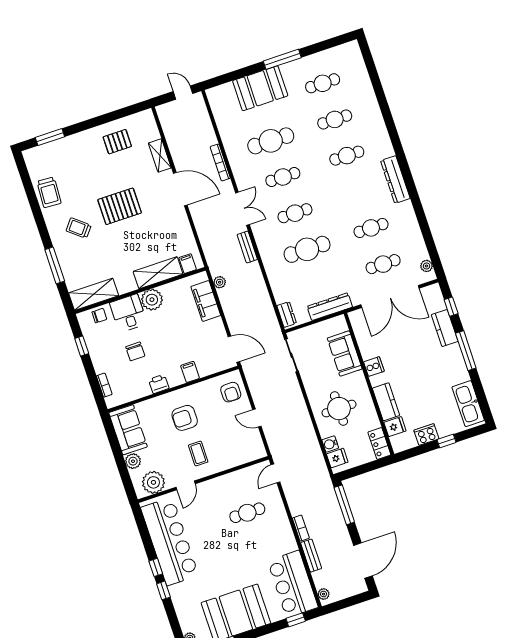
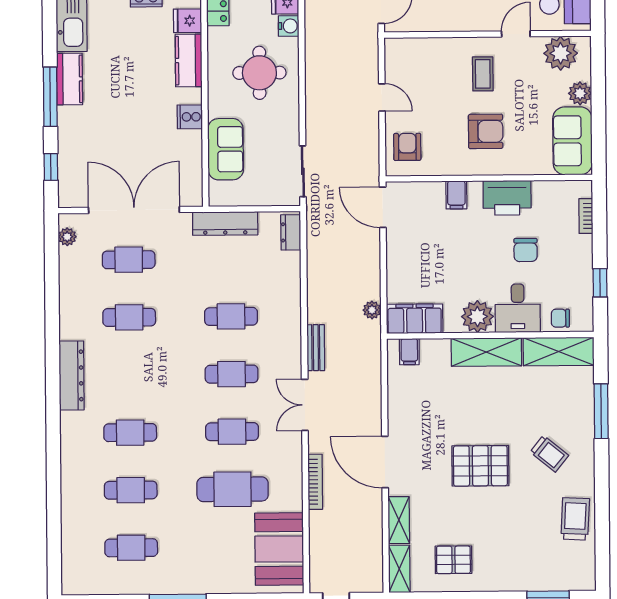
booth: (260, 88) -> (279, 549), moved, turned 90
shelving: (150, 125) -> (399, 569), added
cafe table: (307, 249) -> (231, 316), width x0.73, depth x0.74
shelving: (158, 273) -> (486, 352), moved
filing cabinet: (206, 301) -> (415, 319), moved, turned -90
kitchen counter: (445, 328) -> (70, 79), moved
chair: (135, 351) -> (526, 250), turned 180
printer: (159, 384) -> (507, 198), width x1.87, depth x1.48

